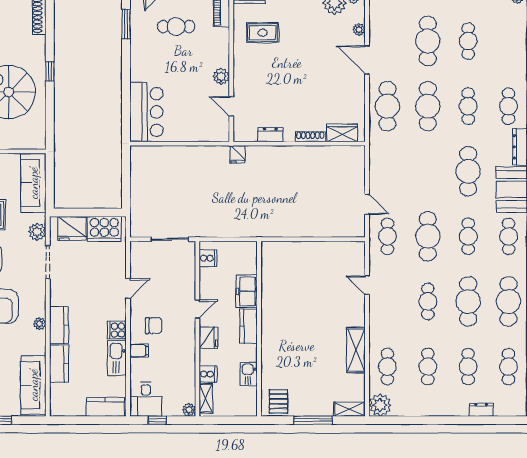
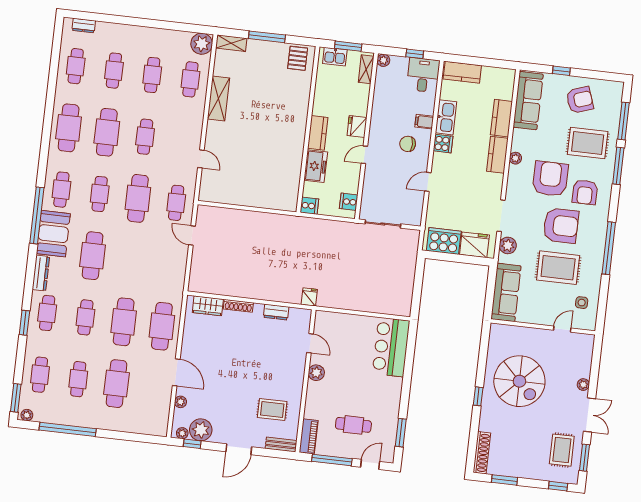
cafe table: (508, 41) -> (40, 375), added
cooker: (208, 374) -> (309, 206), moved, turned 180
kitchen sink: (249, 374) -> (335, 57), moved, turned 90
dresser: (481, 410) -> (84, 26), moved
window: (227, 420) -> (348, 46), added

